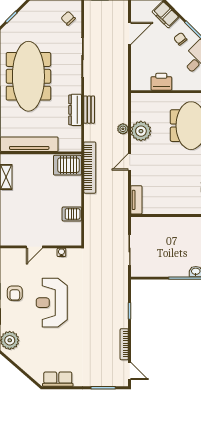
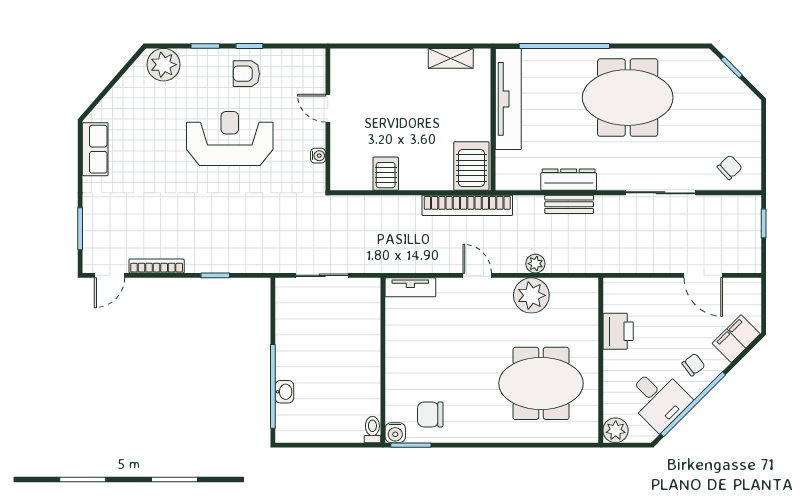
meeting table: (28, 76) -> (628, 98), width x0.73

